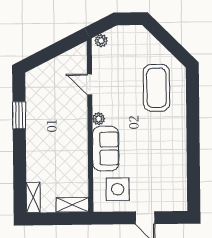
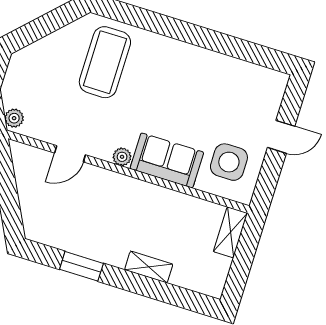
coffee table: (156, 88) -> (105, 62), turned 90
shelving: (33, 197) -> (149, 267), moved

